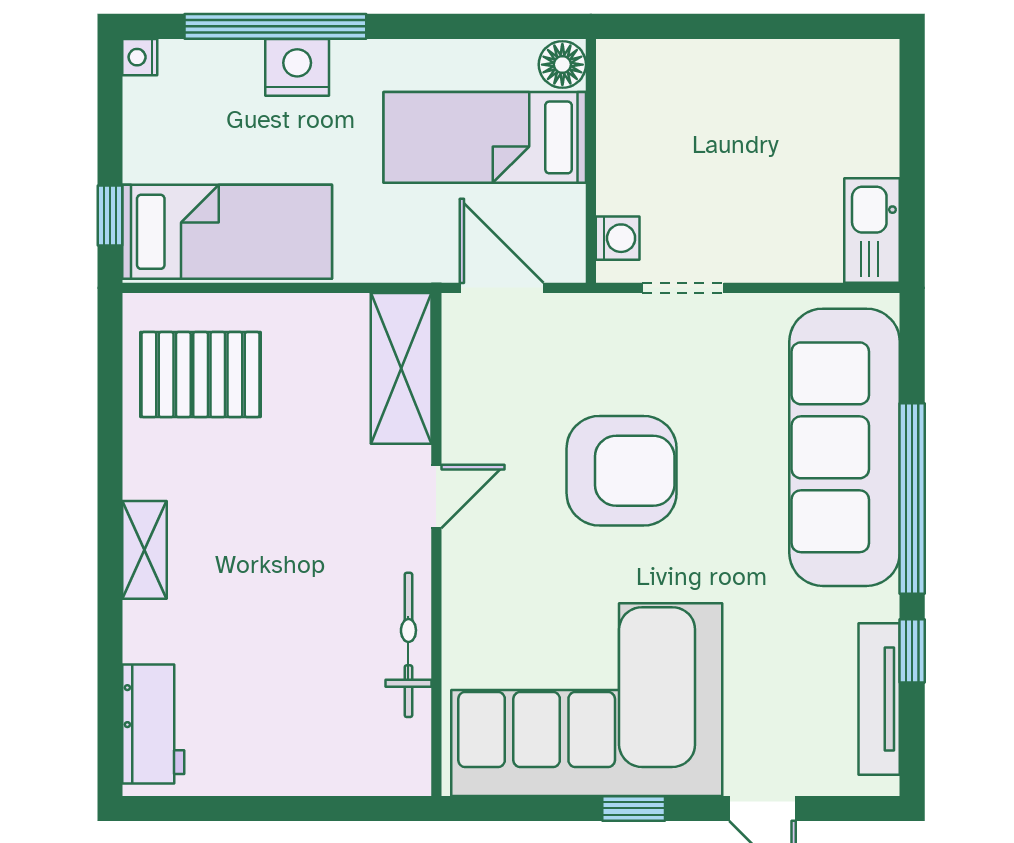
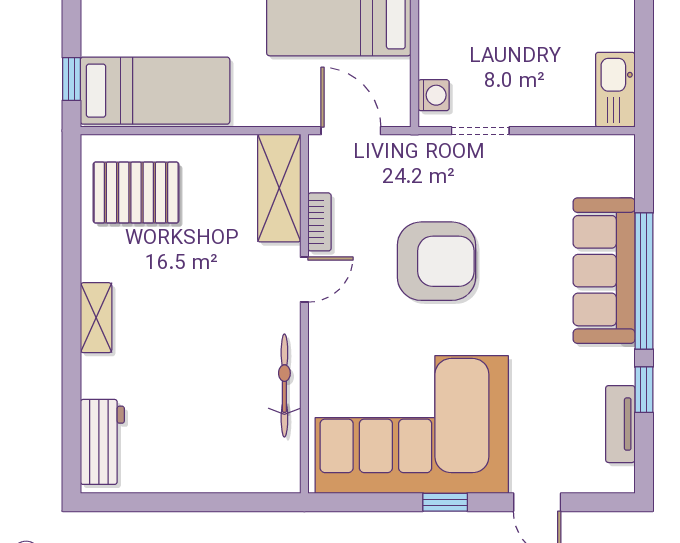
bookcase: (458, 416) -> (319, 222), added
sofa: (845, 447) -> (604, 271), width x0.74, depth x0.79
tv unit: (879, 699) -> (620, 424), width x0.71

